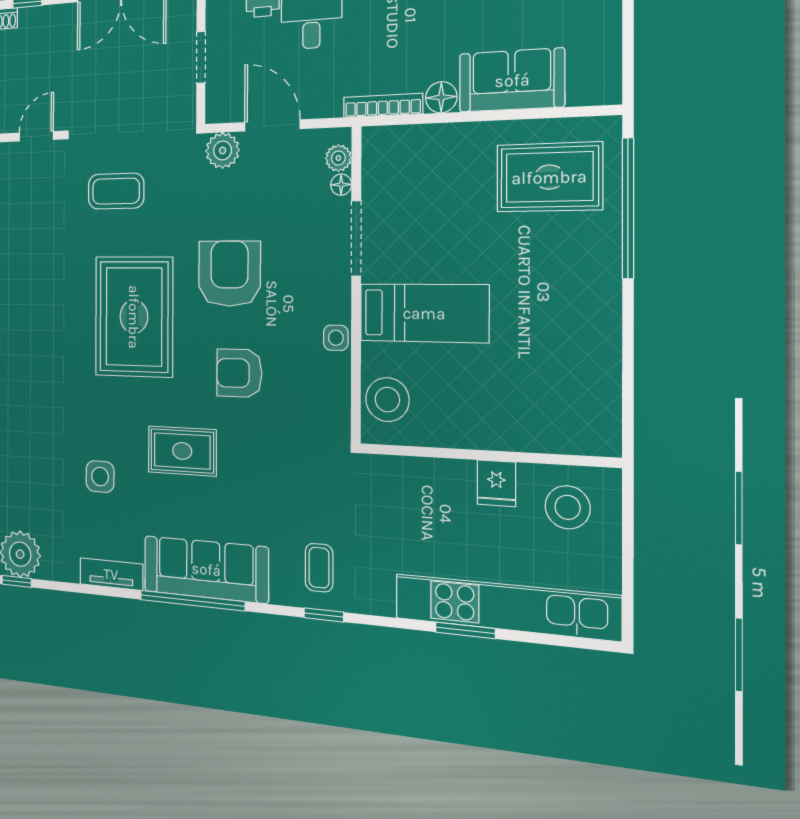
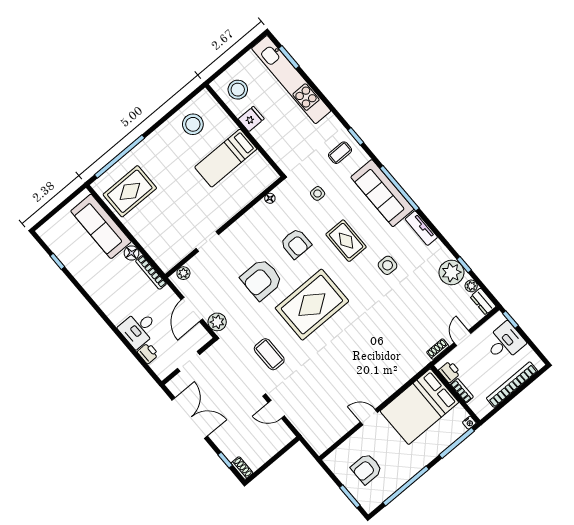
sofa: (512, 80) -> (101, 226), width x1.36
rug: (549, 177) -> (130, 191), turned 90
floor lamp: (341, 185) -> (270, 198), moved
doorway: (356, 238) -> (207, 241), width x0.73
bed: (424, 313) -> (226, 158), moved, turned -90
side table: (336, 338) -> (318, 193), moved
stool: (387, 400) -> (193, 124), moved
window: (465, 630) -> (289, 57), moved

